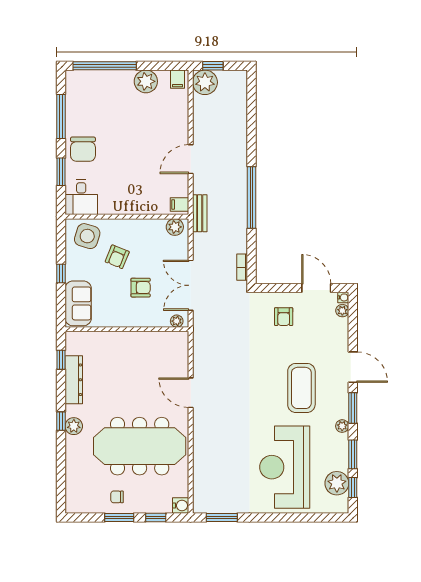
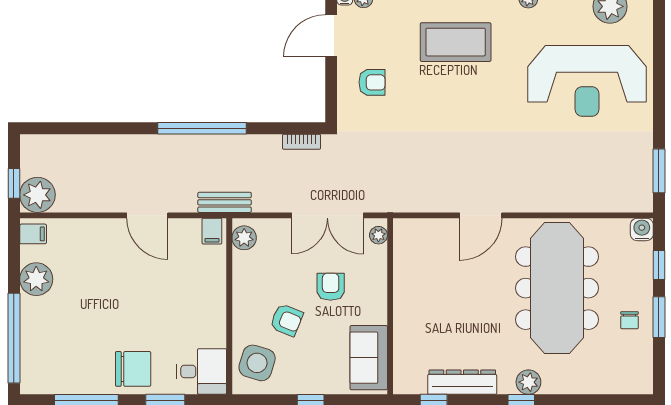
sofa: (78, 303) -> (369, 358), moved, turned -90
coffee table: (301, 388) -> (456, 42), moved

